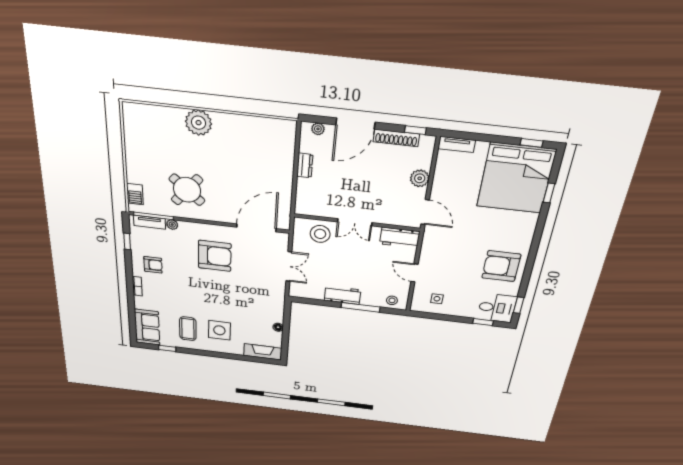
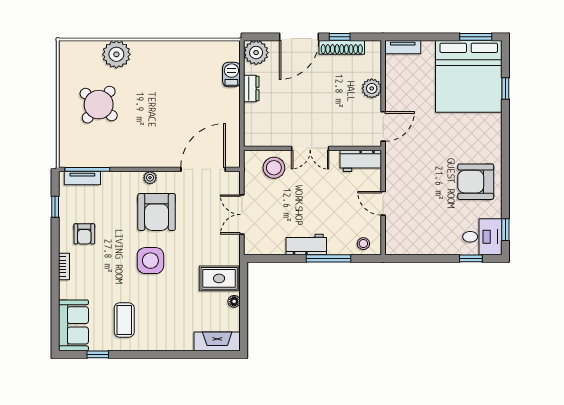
plant: (199, 123) -> (116, 54), moved
plant: (318, 129) -> (256, 53), width x1.88, depth x1.88
window: (415, 130) -> (340, 37), moved
window: (532, 143) -> (476, 37), width x1.50
round table: (187, 190) -> (99, 105), moved
barbecue: (135, 194) -> (231, 74), moved, turned 180
door: (425, 212) -> (383, 126), hinge flipped
plant: (172, 225) -> (150, 178), moved
armchair: (215, 256) -> (157, 212), turned 90
armchair: (153, 265) -> (84, 234), turned 90
double door: (289, 267) -> (242, 215), swing flipped
side table: (437, 299) -> (414, 234), removed
rug: (266, 310) -> (219, 278), added
side table: (219, 330) -> (150, 261), moved

